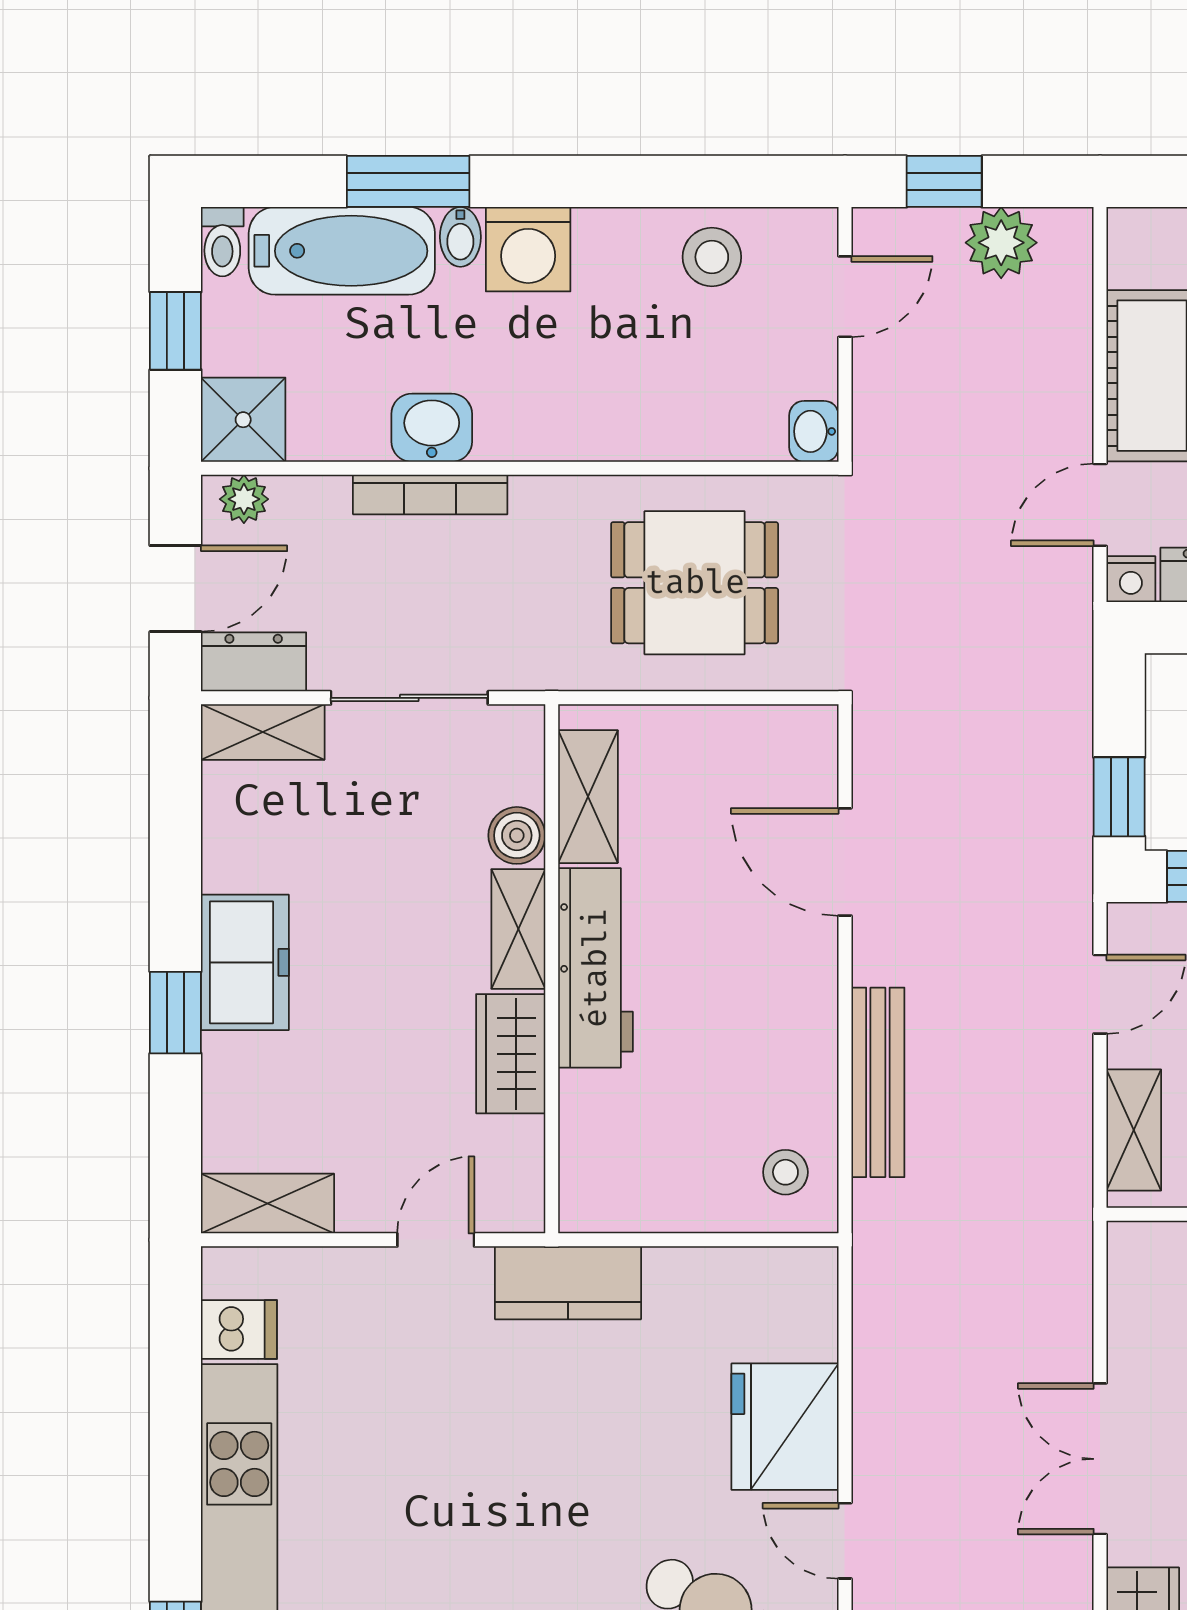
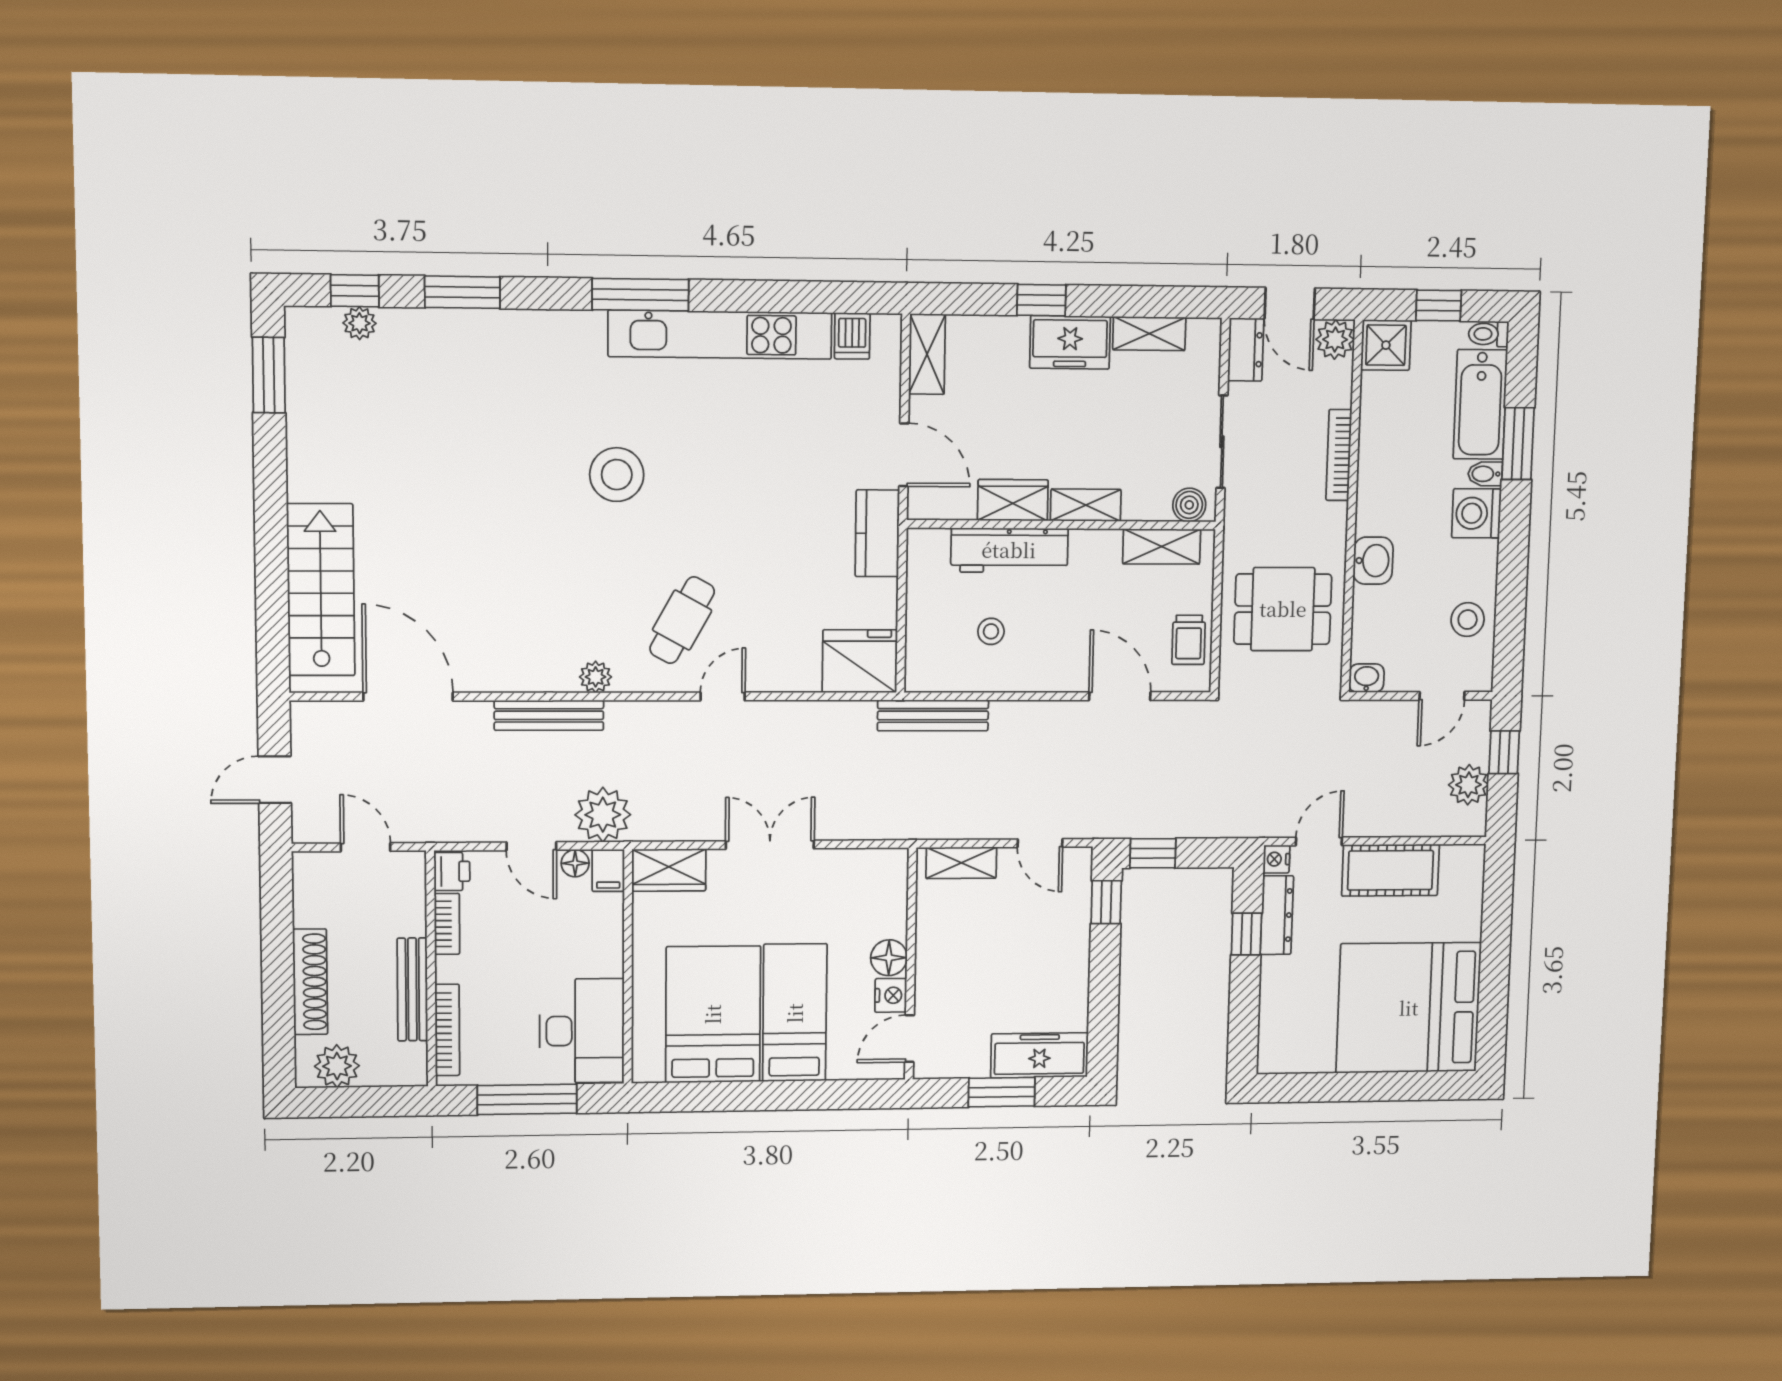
door: (845, 297) -> (1442, 696), hinge flipped
washbasin: (432, 428) -> (1373, 561), moved
plant: (244, 499) -> (1335, 339), width x1.38, depth x1.38
door: (1100, 505) -> (1319, 841), hinge flipped
dining table: (695, 583) -> (1283, 609), turned 90
shelving: (263, 732) -> (1149, 334), moved, turned 90
trolley: (748, 745) -> (1189, 640), added
boiler: (517, 835) -> (1189, 505), moved
door: (845, 862) -> (1120, 696), hinge flipped
workbench: (596, 968) -> (1009, 550), moved
bench: (878, 1082) -> (933, 715), moved
stool: (785, 1172) -> (991, 631), moved
door: (436, 1240) -> (904, 455), width x1.38
fridge: (785, 1427) -> (860, 661), moved

